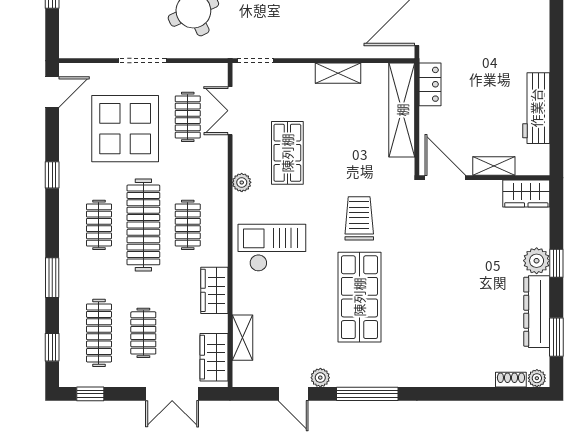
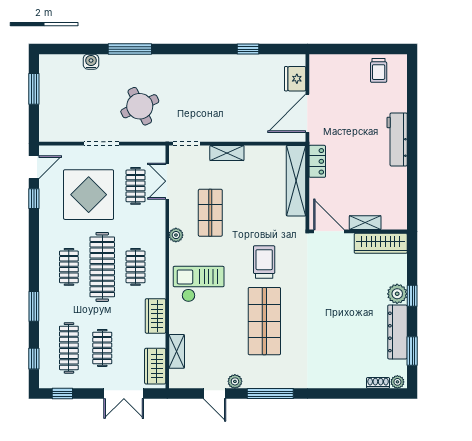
shelving: (338, 73) -> (227, 153), moved
workbench: (536, 108) -> (397, 139), moved
window: (52, 175) -> (34, 199), moved
wardrobe: (526, 194) -> (381, 243), width x1.50

